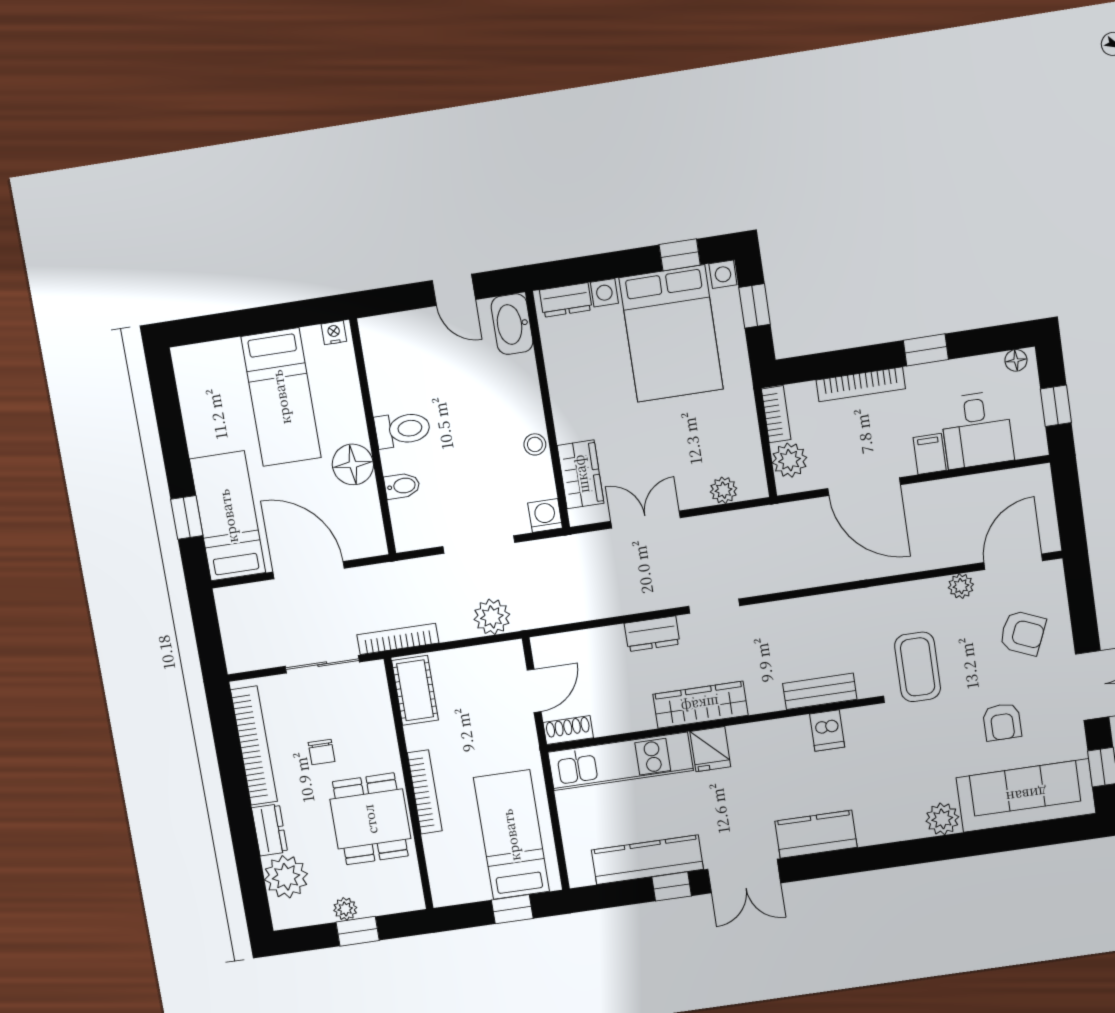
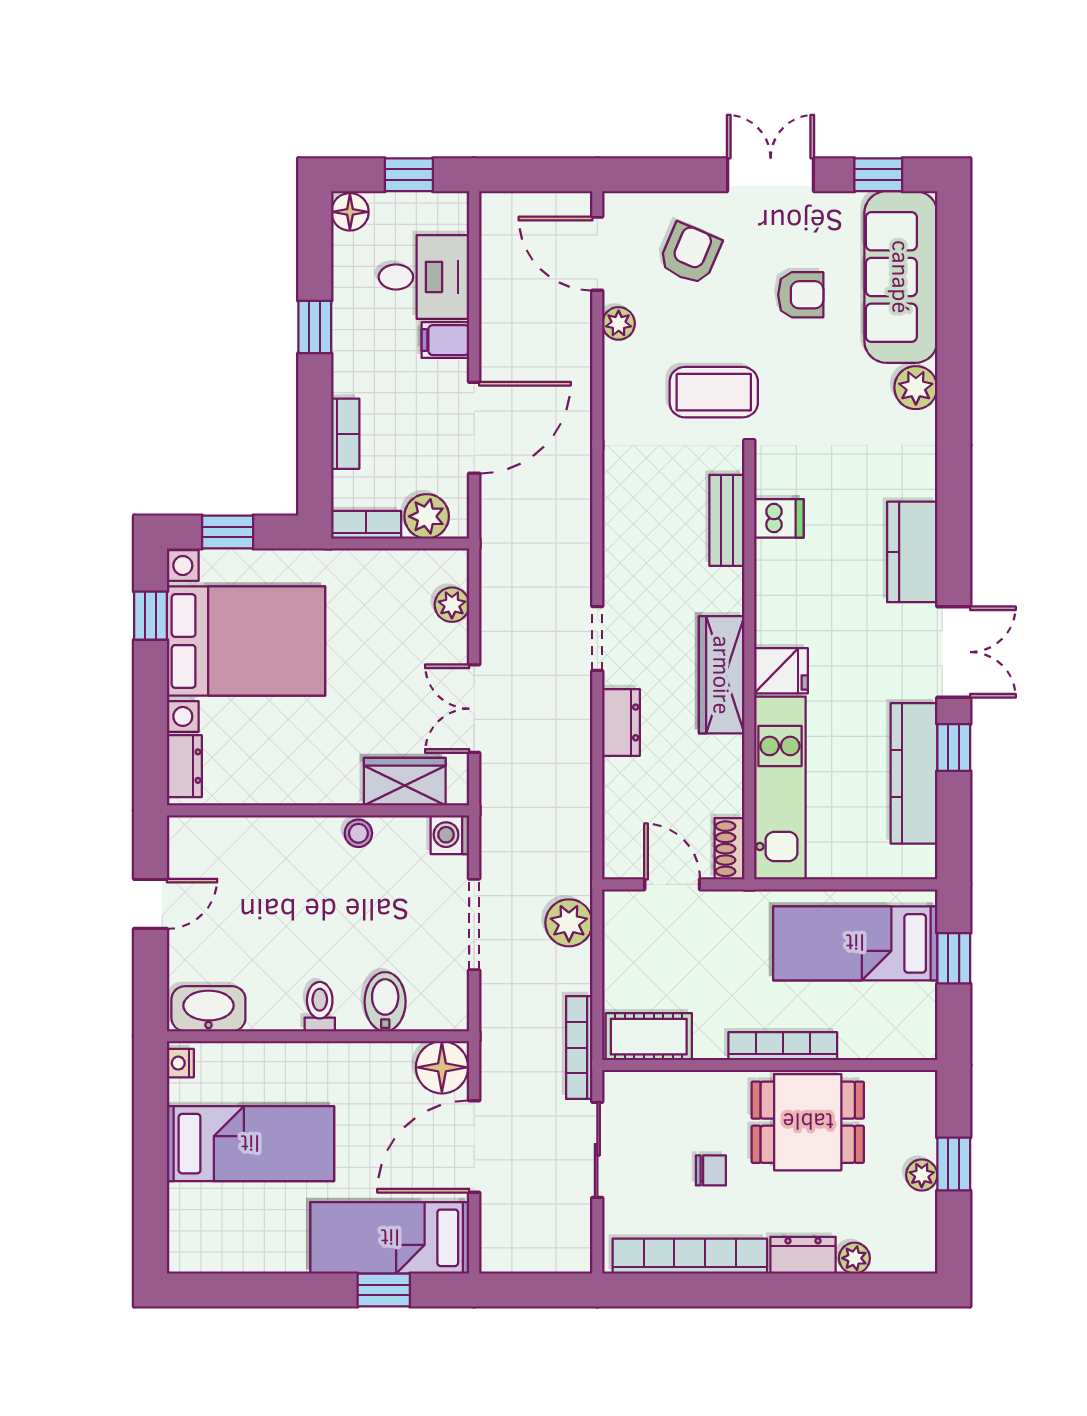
washbasin: (512, 324) -> (208, 1009), moved, turned 180
floor lamp: (1016, 360) -> (350, 212), width x1.37, depth x1.37
bookcase: (861, 384) -> (345, 434), width x0.64
toilet: (403, 429) -> (320, 1007), width x0.73, depth x0.72
floor lamp: (353, 465) -> (442, 1067), moved
bidet: (402, 486) -> (385, 1002), width x1.38, depth x1.36
plant: (286, 877) -> (854, 1258), width x0.53, depth x0.53

